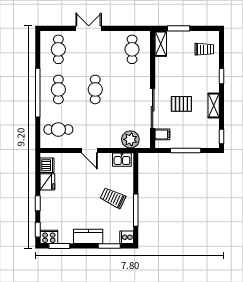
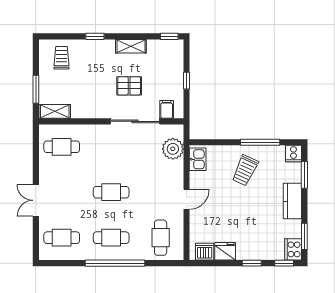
pallet: (181, 104) -> (129, 86), turned 90
window: (186, 150) -> (186, 81), width x0.46

